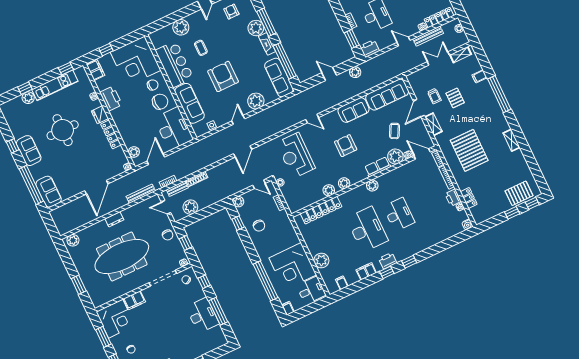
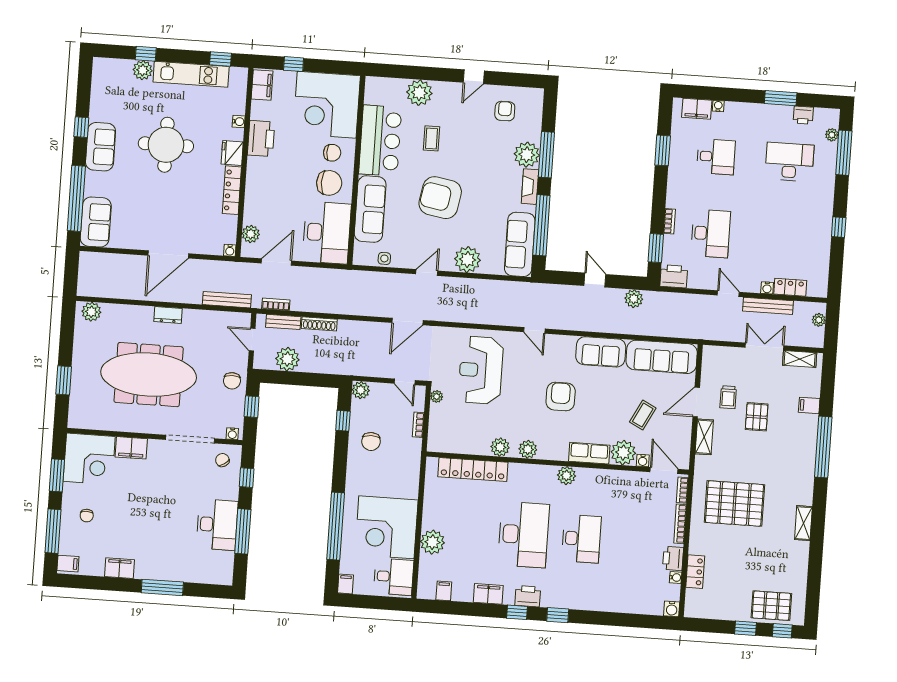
locker: (439, 18) -> (790, 287), width x0.66
armchair: (223, 76) -> (440, 198), turned -80
pallet: (469, 150) -> (734, 503), turned 90

